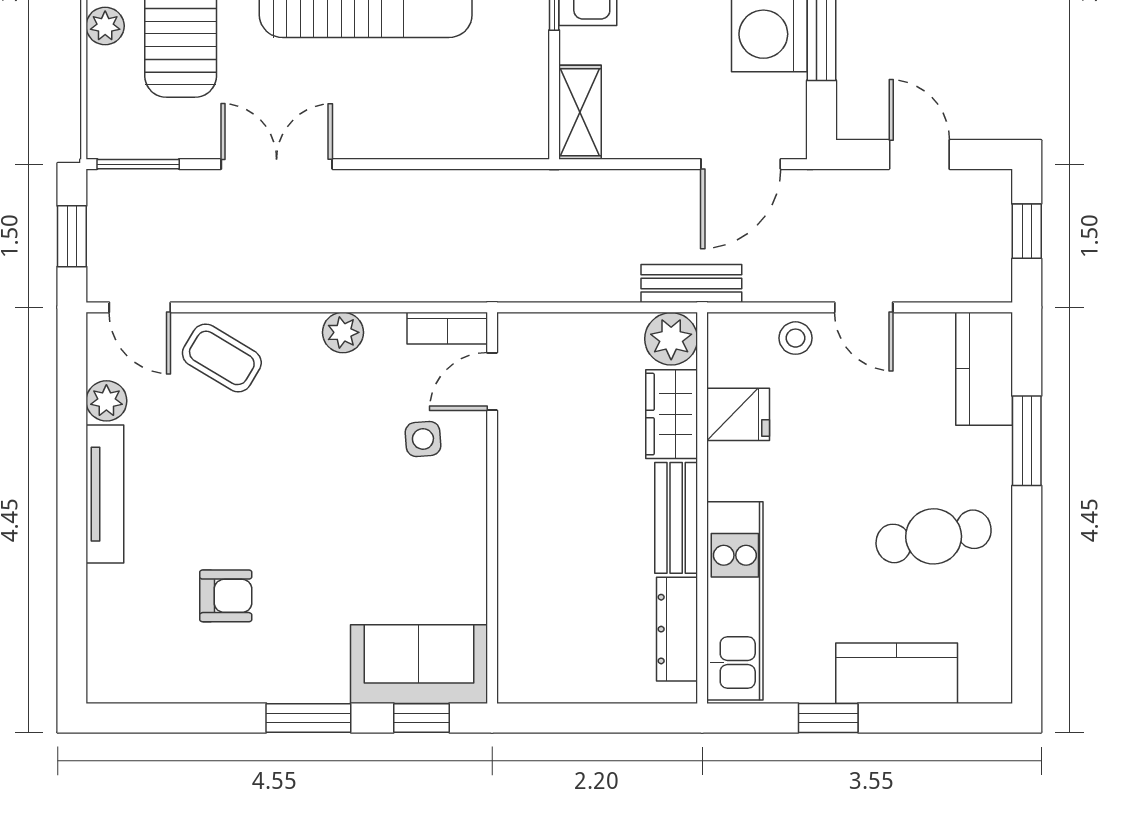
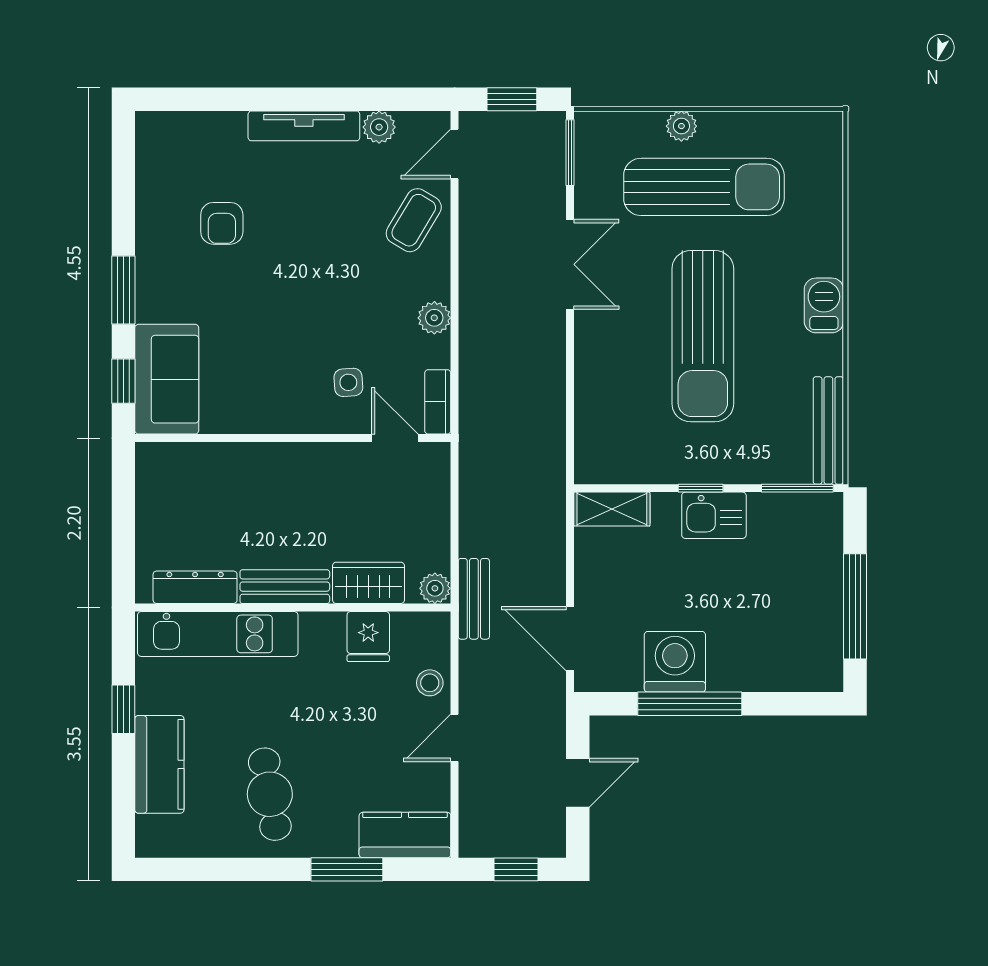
plant: (671, 339) -> (435, 588), width x0.73, depth x0.73

